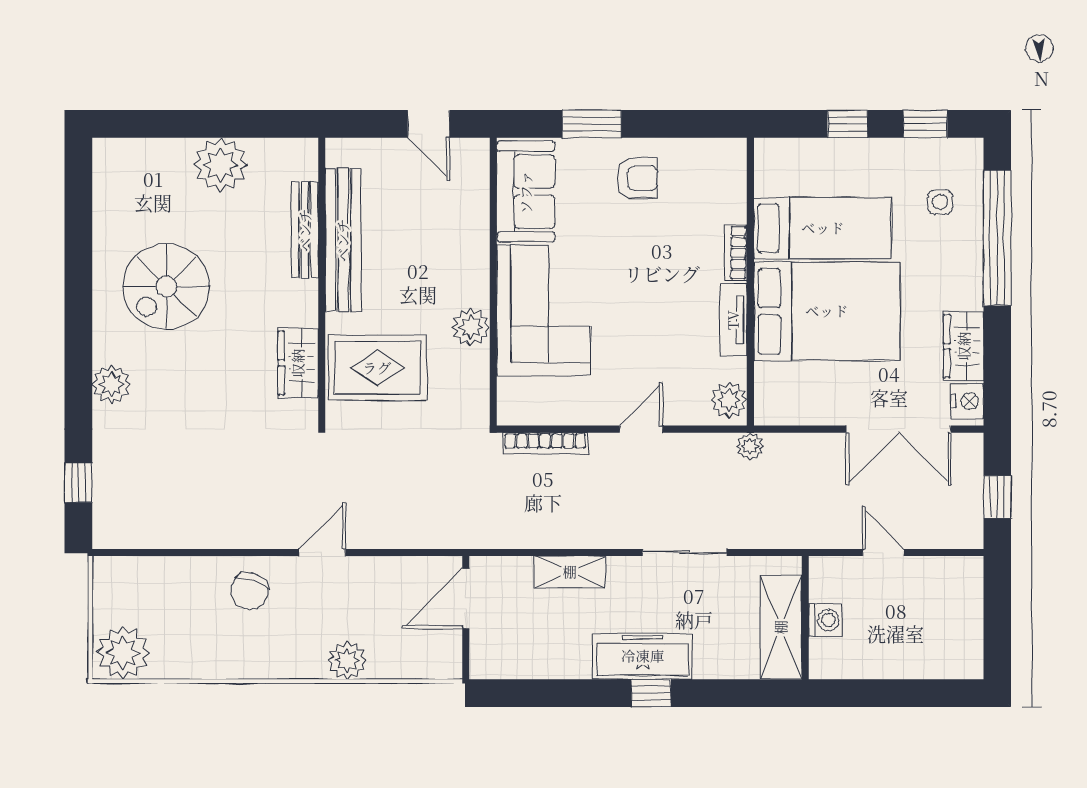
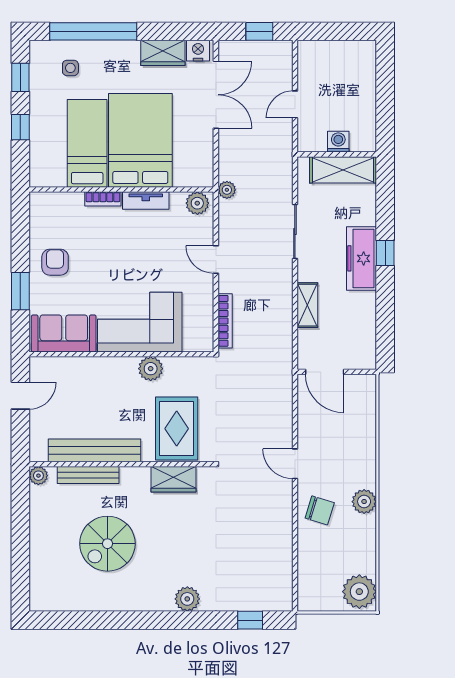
plant: (221, 165) -> (38, 476), moved, width x0.53, depth x0.53
spiral stairs: (166, 287) -> (107, 544), moved, turned 90
plant: (347, 660) -> (364, 502), moved

